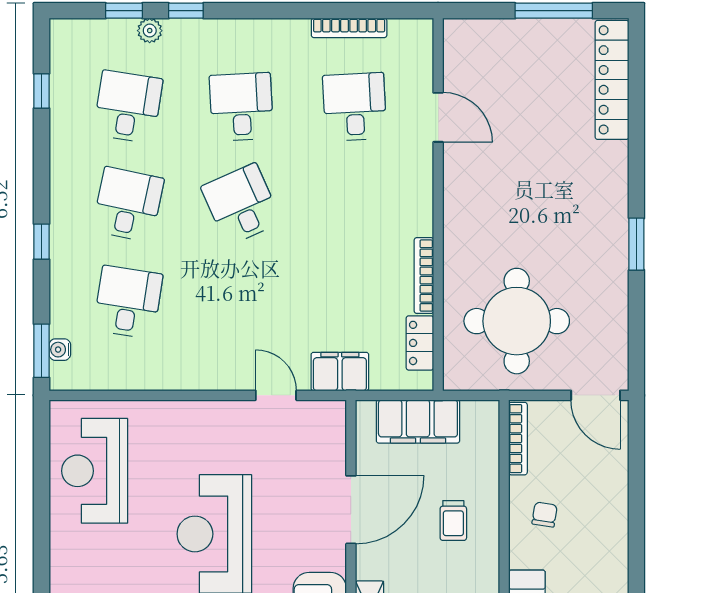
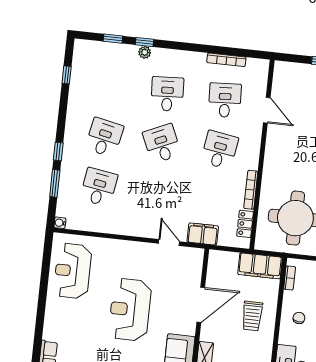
plant: (150, 31) -> (145, 52), moved
desk: (128, 107) -> (220, 150), moved
water cooler: (60, 350) -> (60, 223), moved
window: (42, 351) -> (55, 183), moved
filing cabinet: (418, 421) -> (260, 266), moved
bookcase: (518, 439) -> (290, 278), width x0.64
trolley: (453, 520) -> (252, 316), width x1.36, depth x1.39

